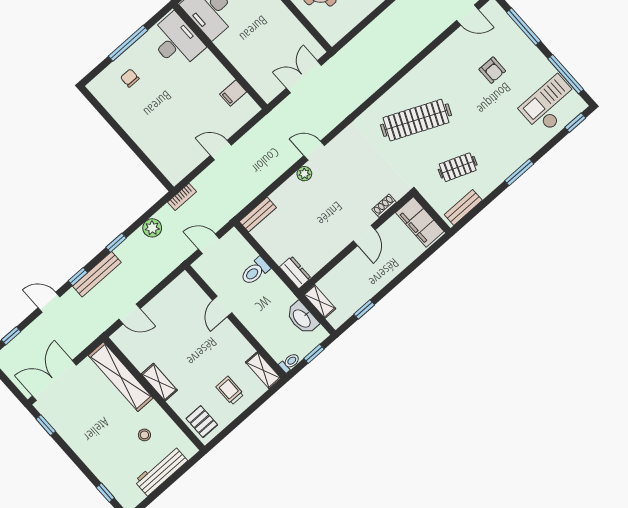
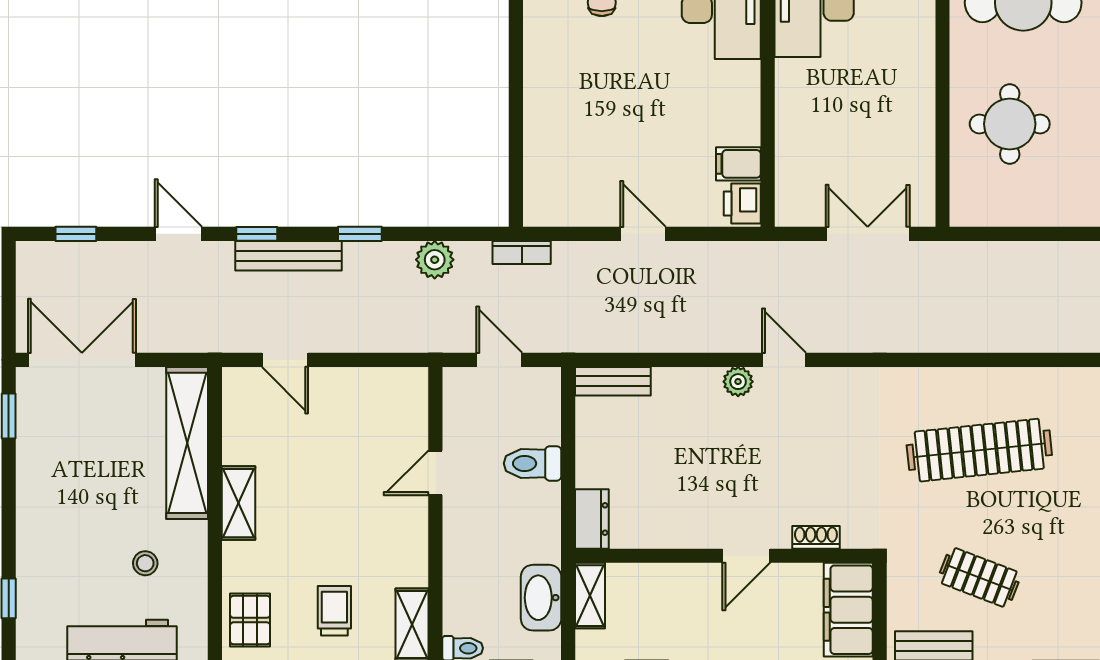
printer: (248, 106) -> (742, 204), added
clothes rail: (416, 120) -> (979, 450), turned -30

